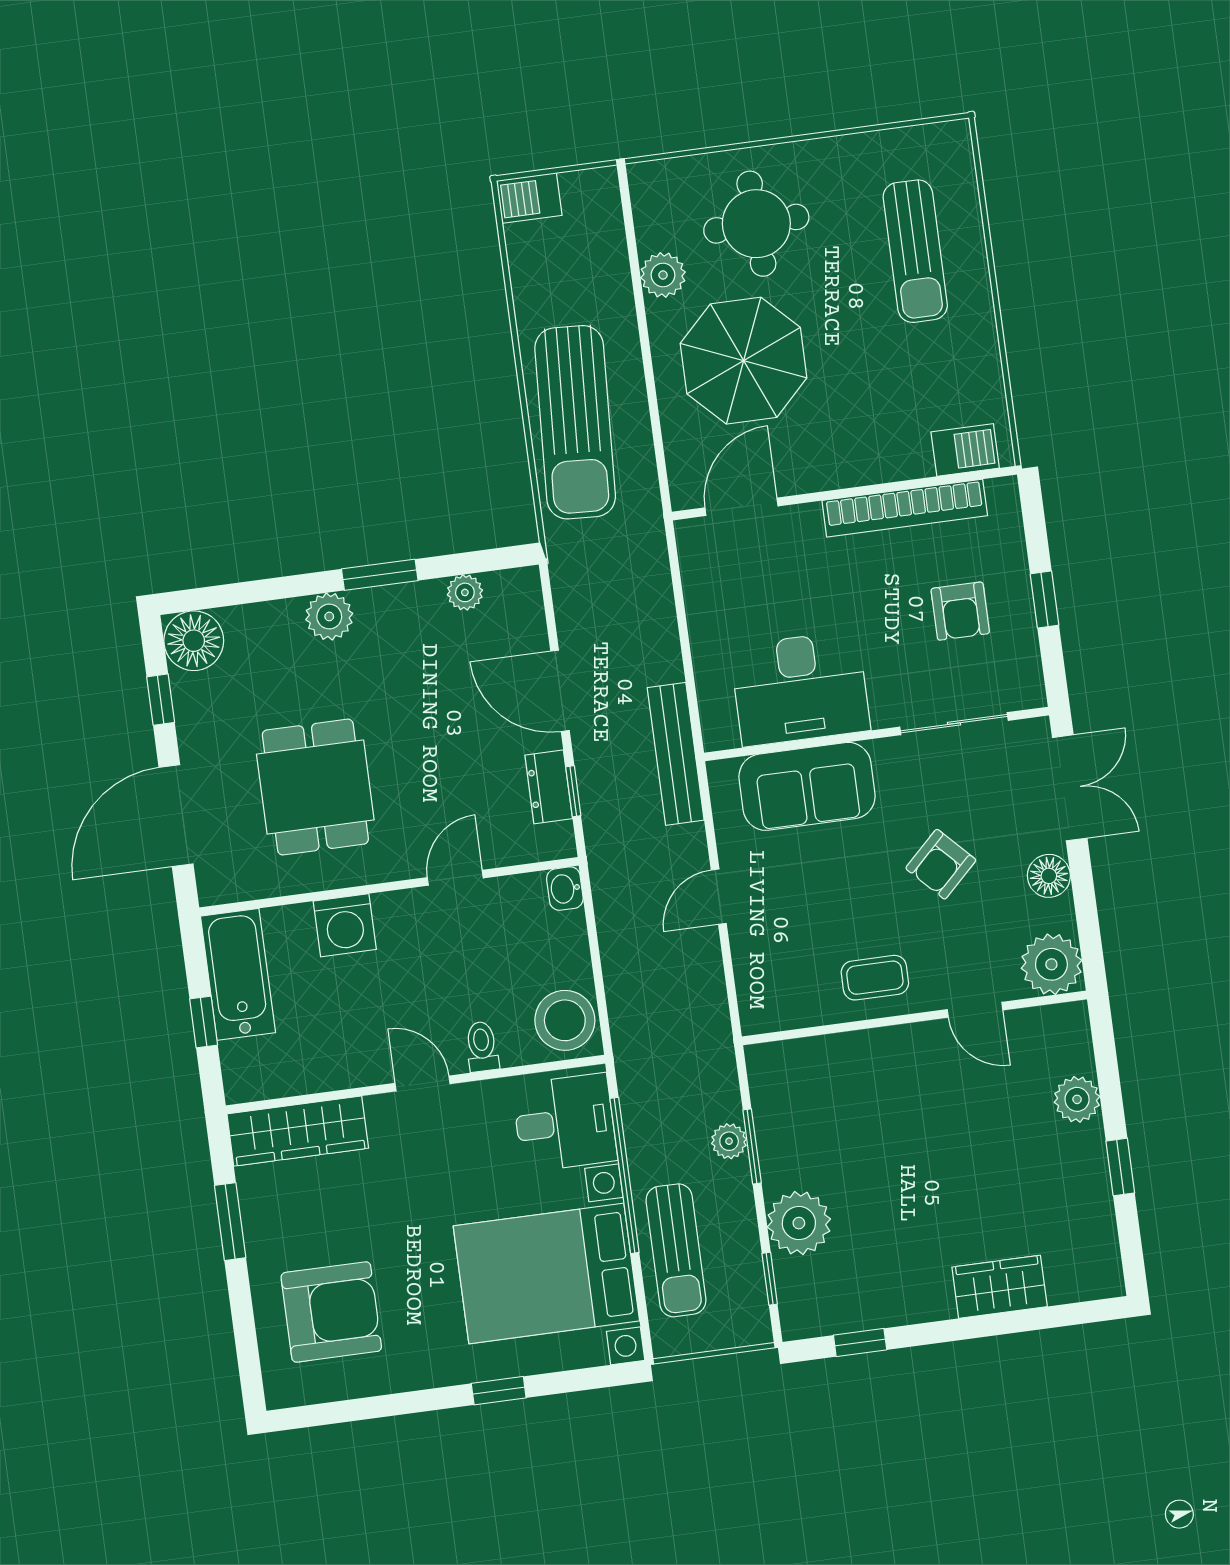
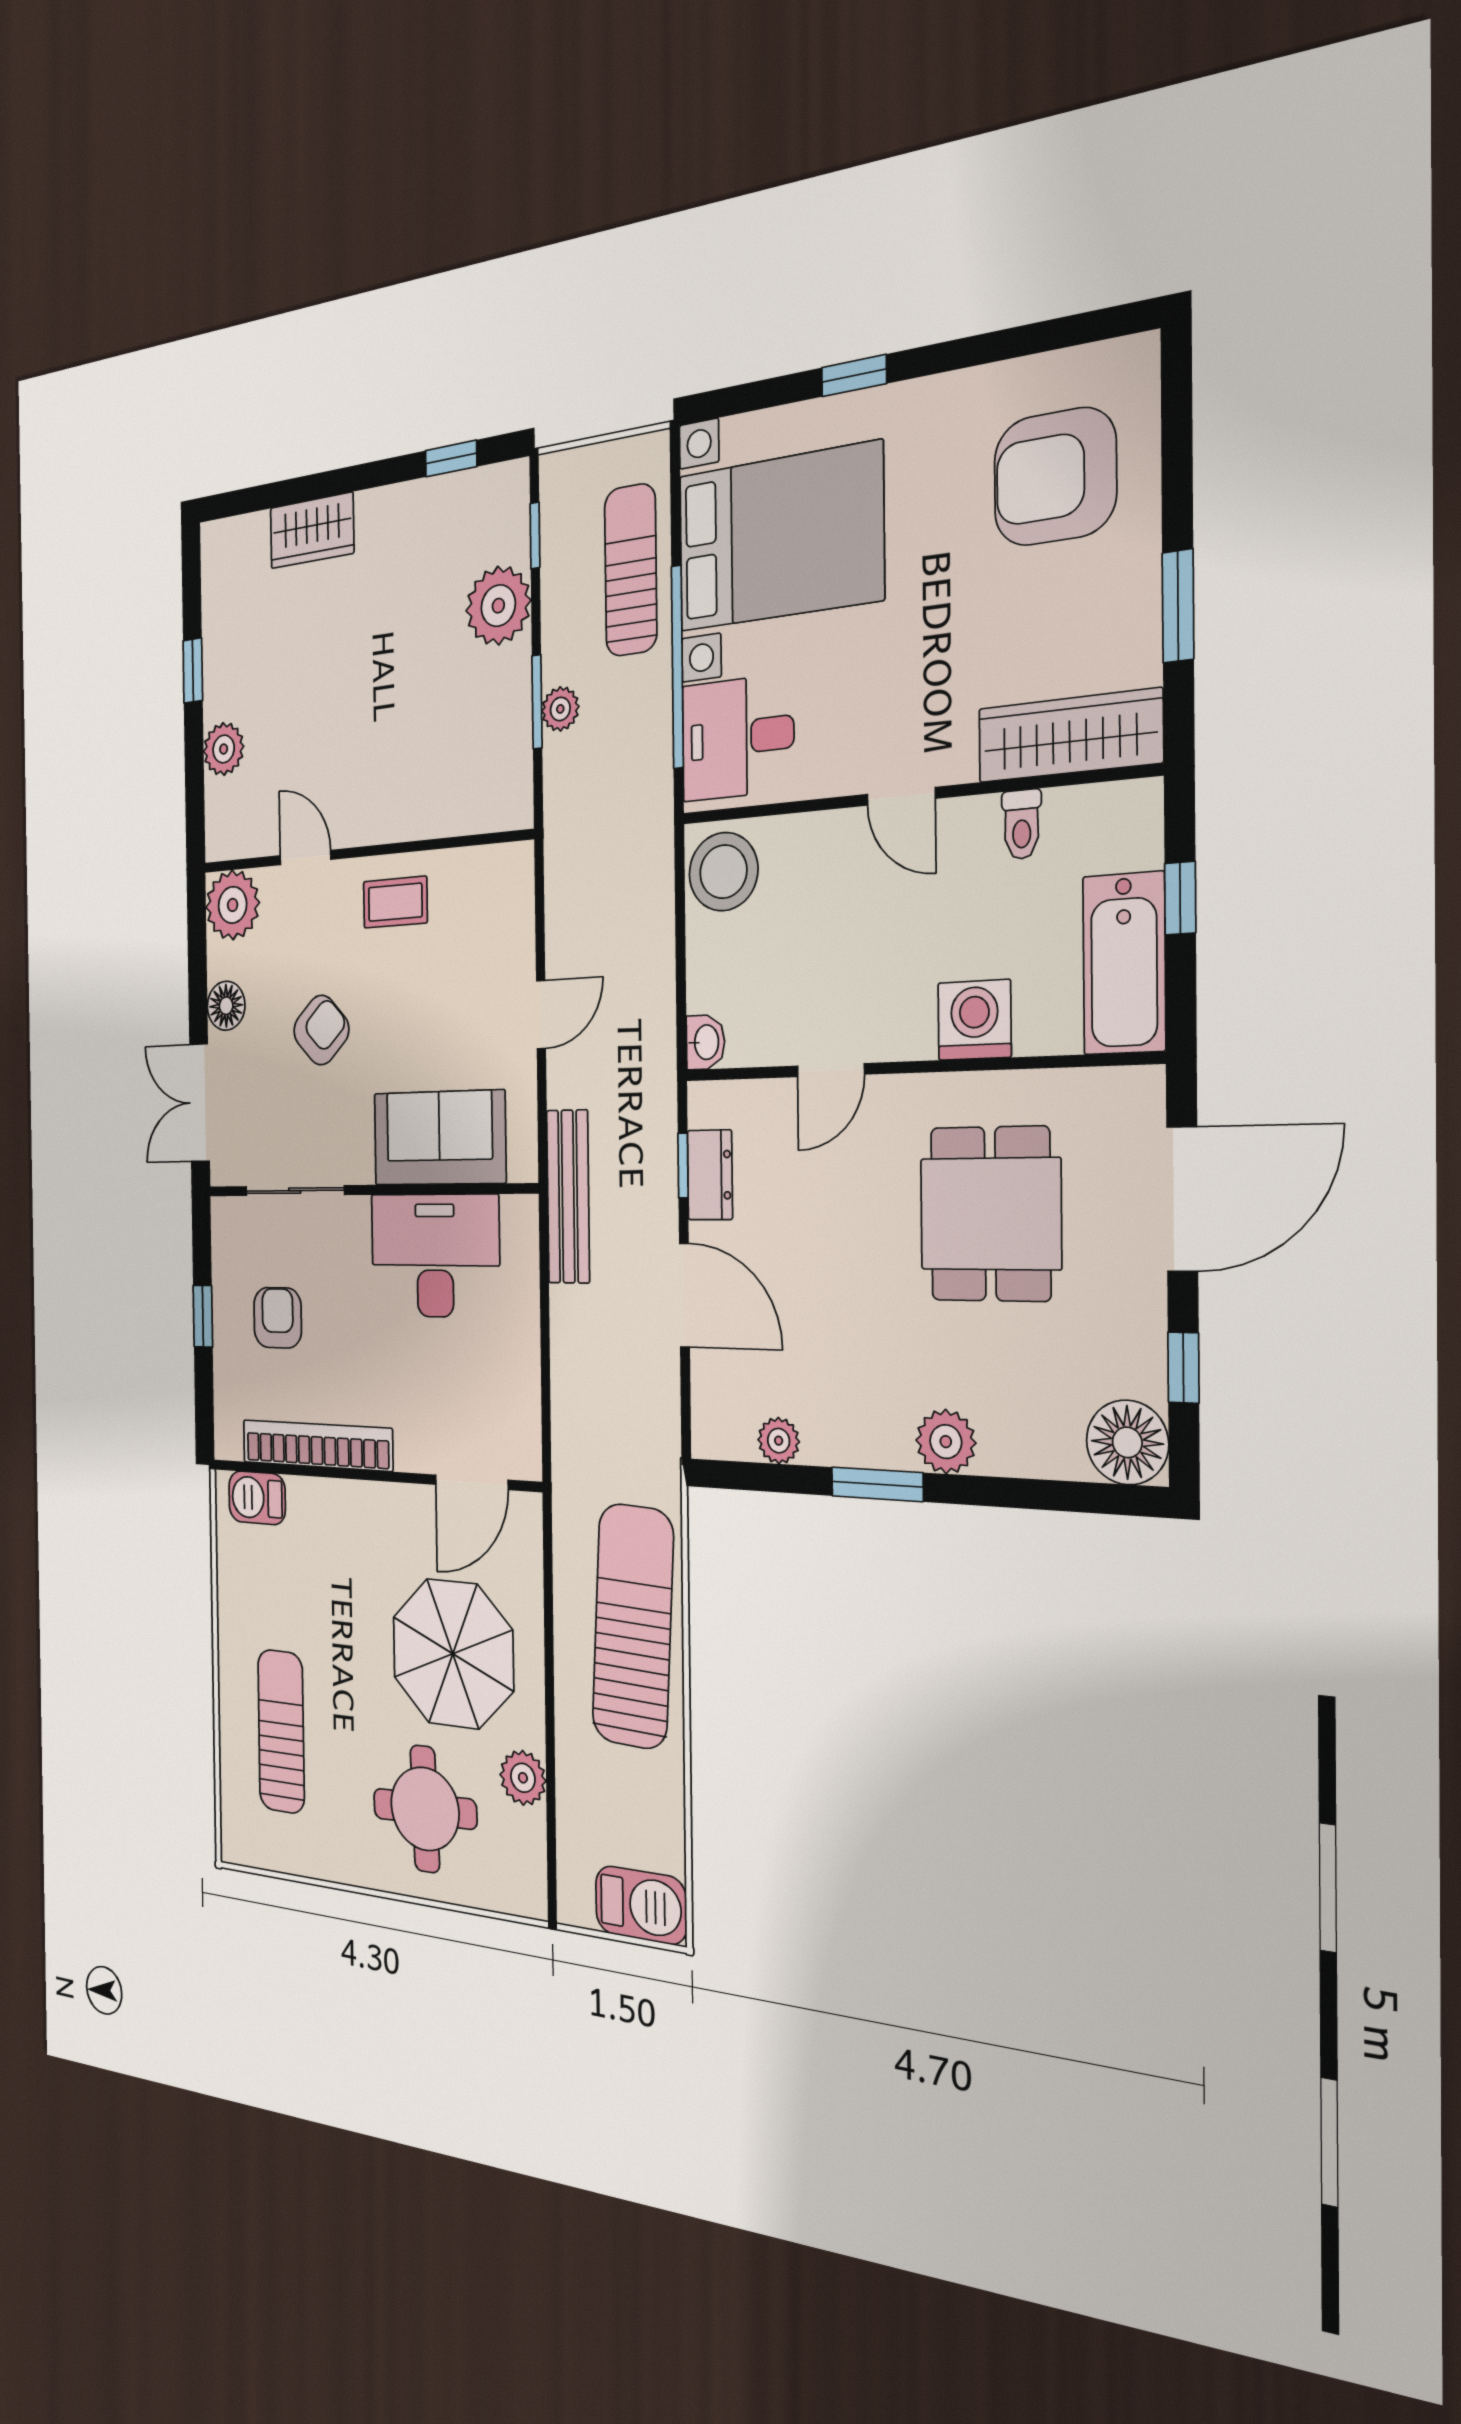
barbecue: (529, 198) -> (641, 1905), width x1.38, depth x1.27
toilet: (482, 1047) -> (1022, 824), moved

